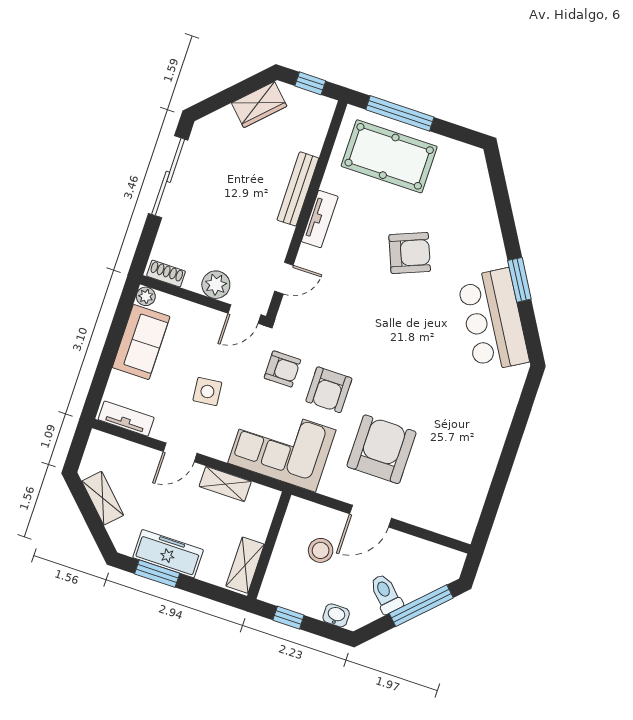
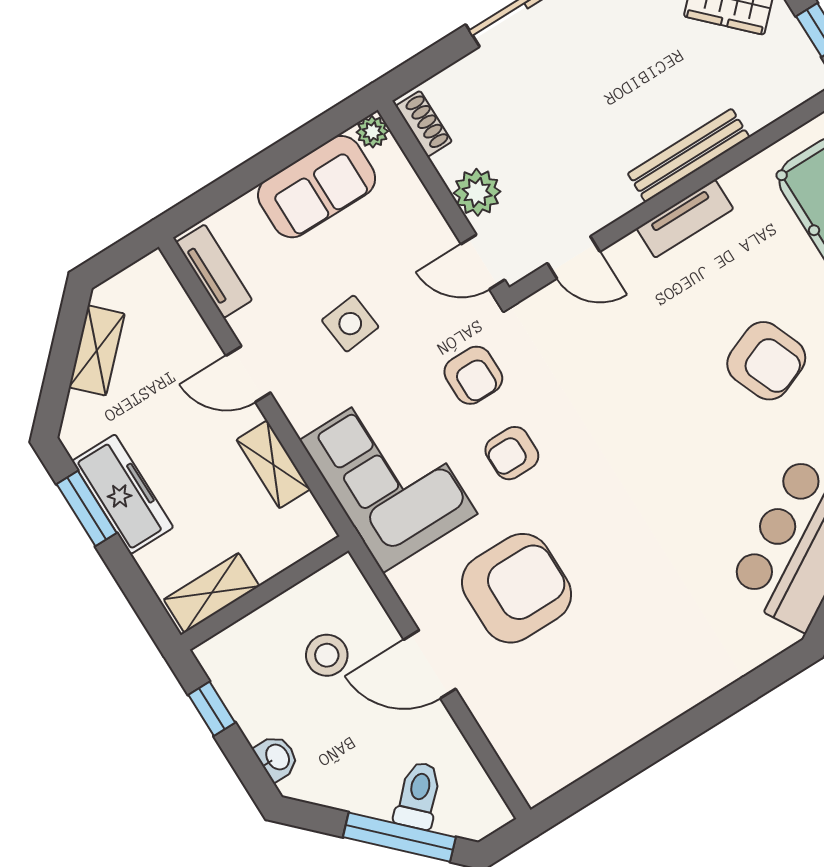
armchair: (329, 390) -> (512, 453), width x0.72, depth x0.72
toilet: (386, 594) -> (418, 795), moved

